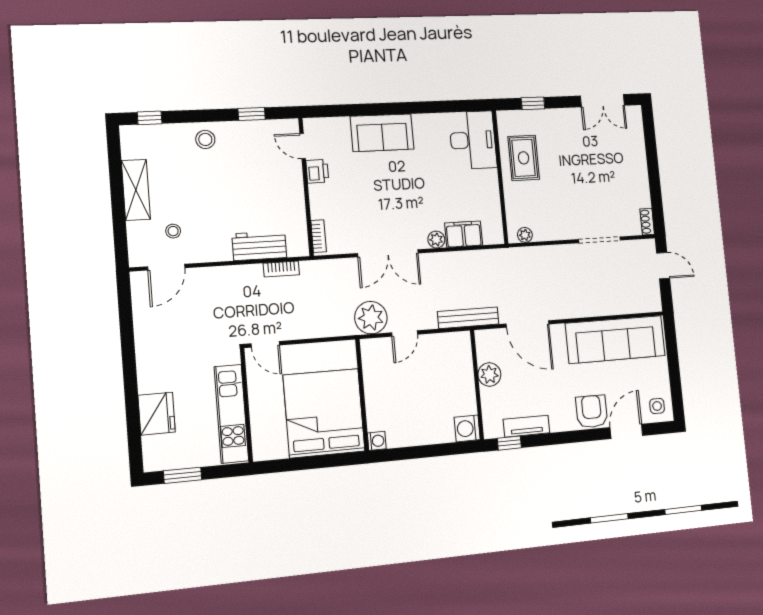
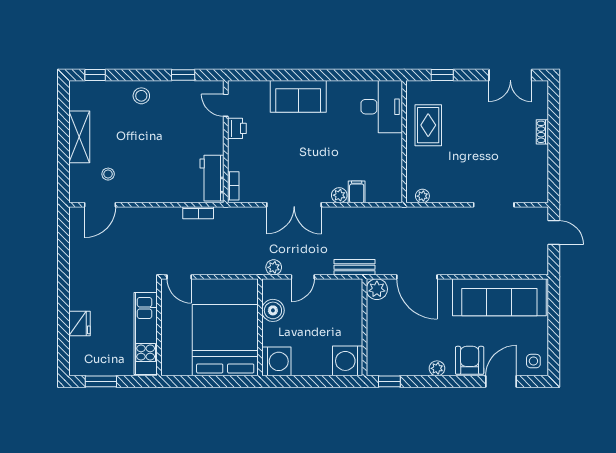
shoe rack: (647, 222) -> (542, 132), moved
filing cabinet: (464, 234) -> (357, 192), width x0.50
workbench: (259, 246) -> (212, 178), moved, turned -90
plant: (371, 318) -> (274, 267), width x0.53, depth x0.53
bench: (468, 318) -> (355, 267), width x0.73
boiler: (375, 374) -> (273, 310), added
plant: (489, 374) -> (377, 289), moved
fridge: (157, 414) -> (80, 323), width x0.73, depth x0.75
plant: (558, 424) -> (437, 368), added
tv unit: (527, 426) -> (407, 368), removed
washing machine: (467, 428) -> (348, 361), width x1.37, depth x1.37
washing machine: (377, 441) -> (276, 361), width x1.89, depth x1.89

